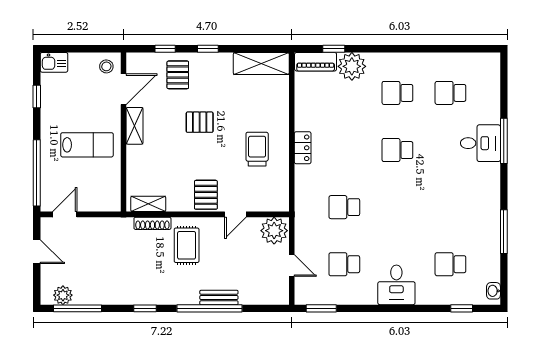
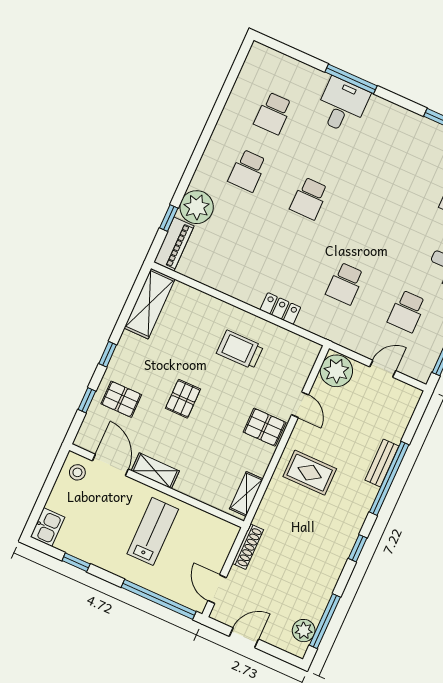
locker: (303, 148) -> (280, 309), moved
shoe rack: (152, 223) -> (248, 547), moved

